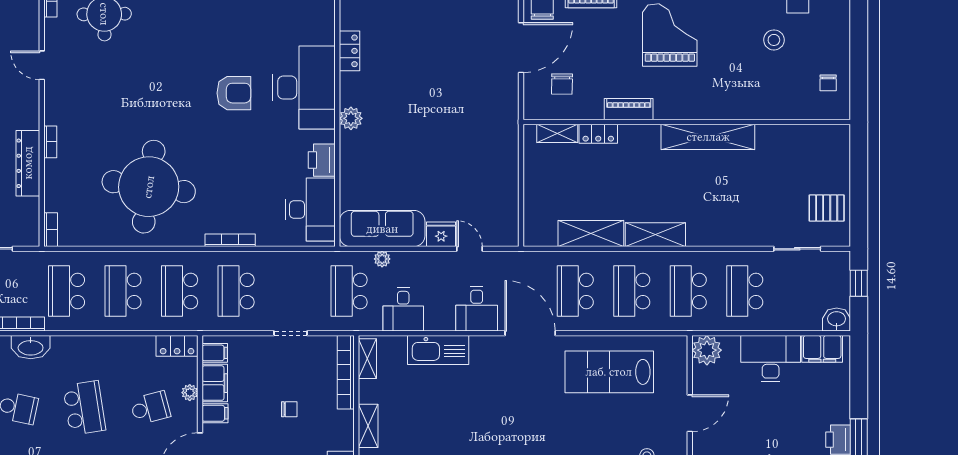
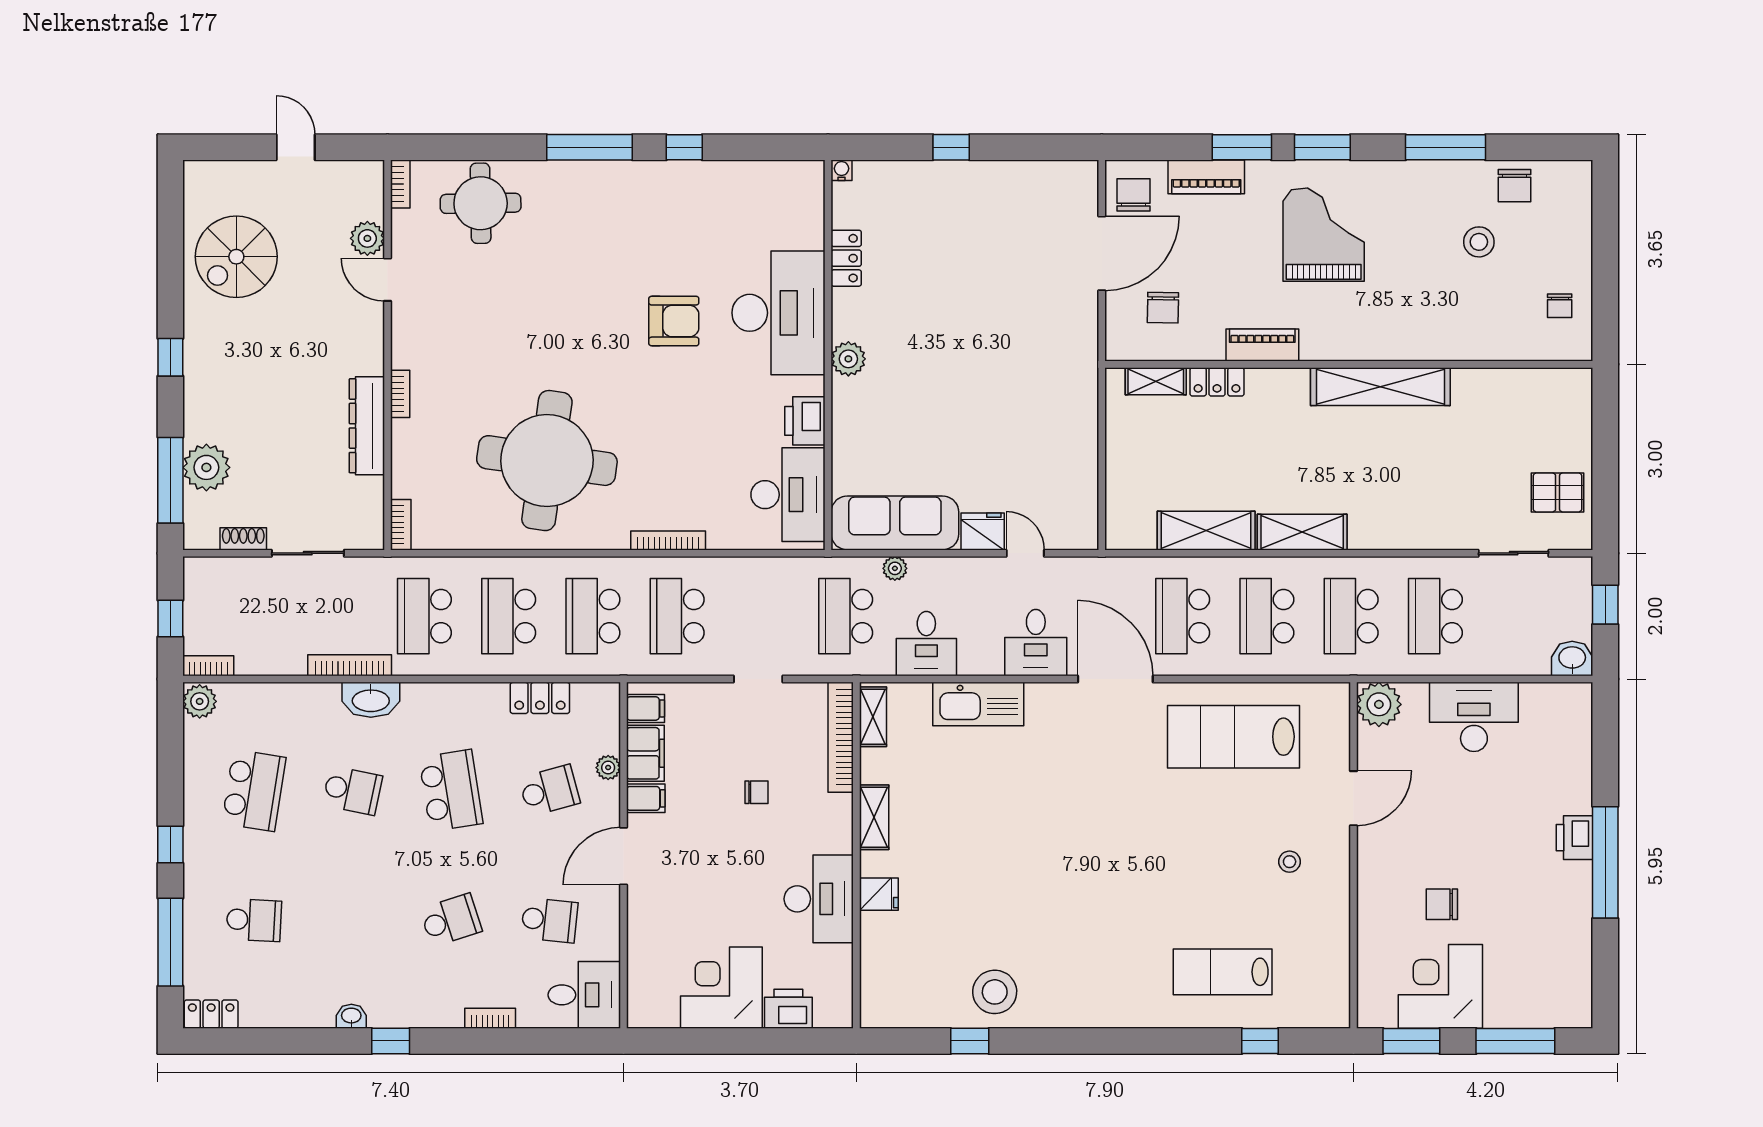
plant: (28, 38) -> (367, 238), added
locker: (177, 346) -> (540, 698), moved
filing cabinet: (822, 349) -> (1551, 702), removed

